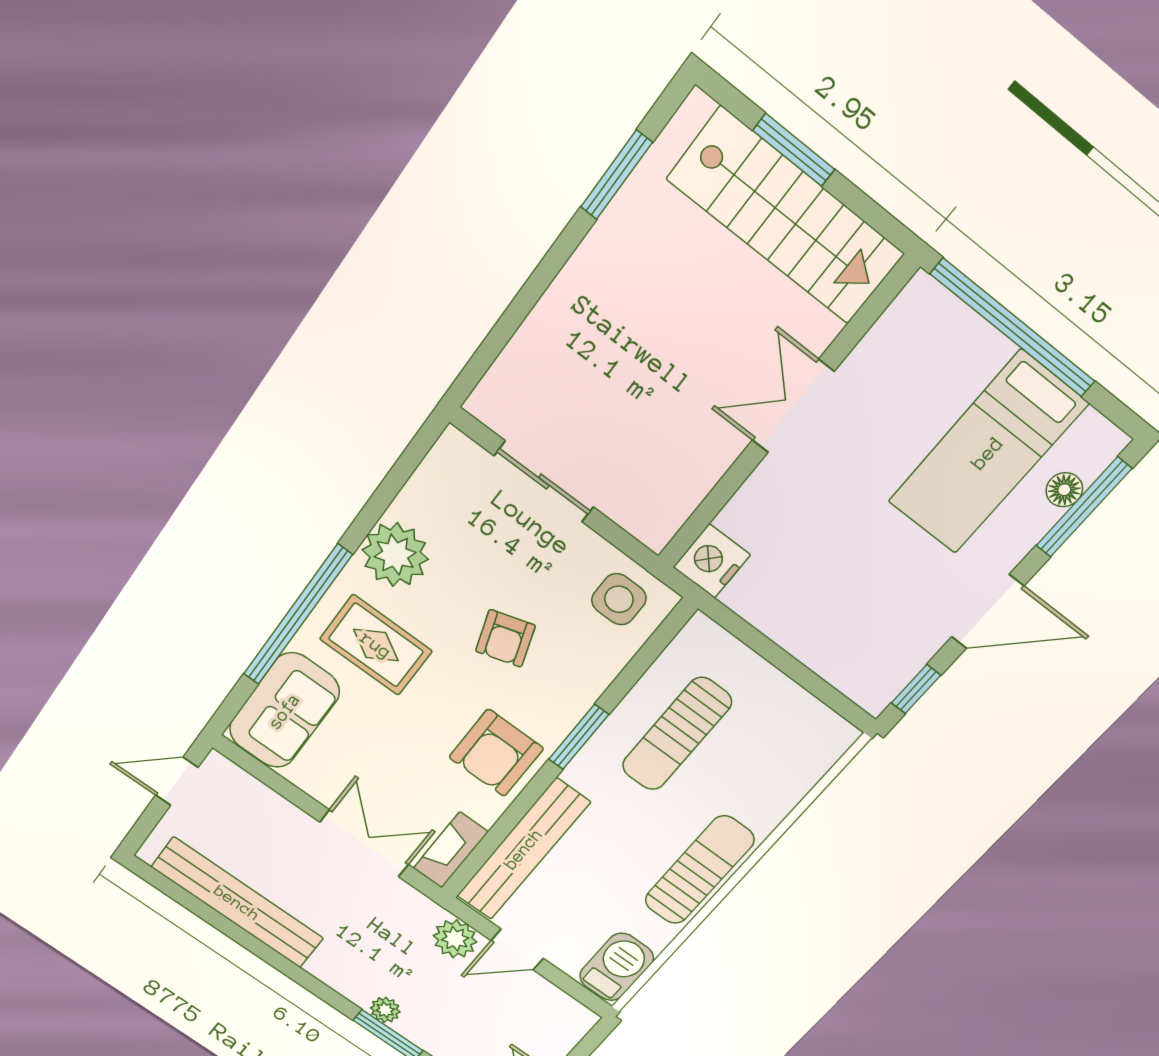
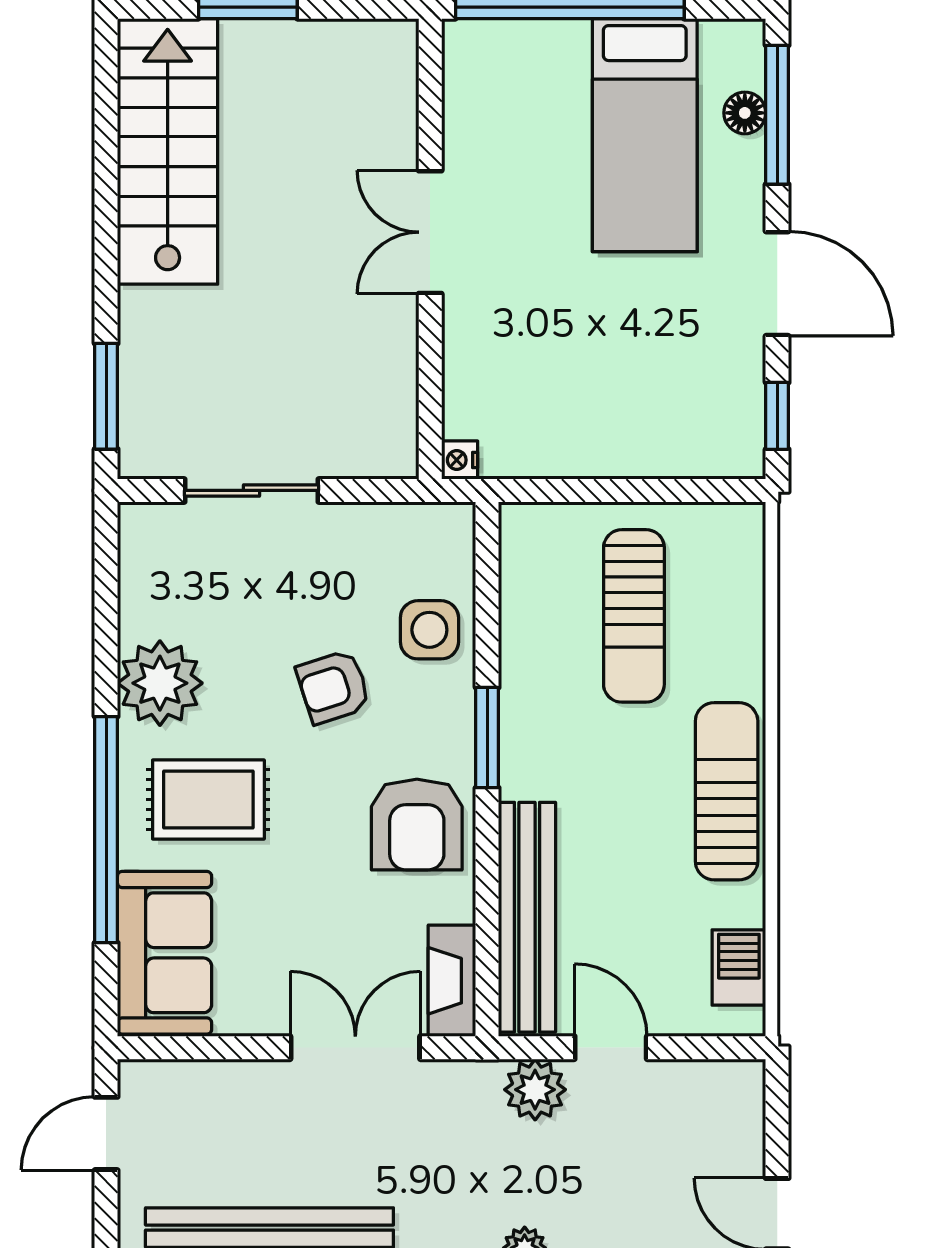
window: (616, 175) -> (106, 396), moved
stairs: (785, 216) -> (168, 151), moved, turned -90
nightstand: (712, 561) -> (460, 460), width x0.53, depth x0.56
side table: (619, 599) -> (429, 630), moved
door: (988, 612) -> (777, 284), hinge flipped
armchair: (505, 638) -> (333, 687), turned 90
sun lounger: (677, 734) -> (634, 616), moved
door: (517, 949) -> (611, 1048), swing flipped
barbecue: (617, 967) -> (739, 967), width x0.73, depth x0.79

